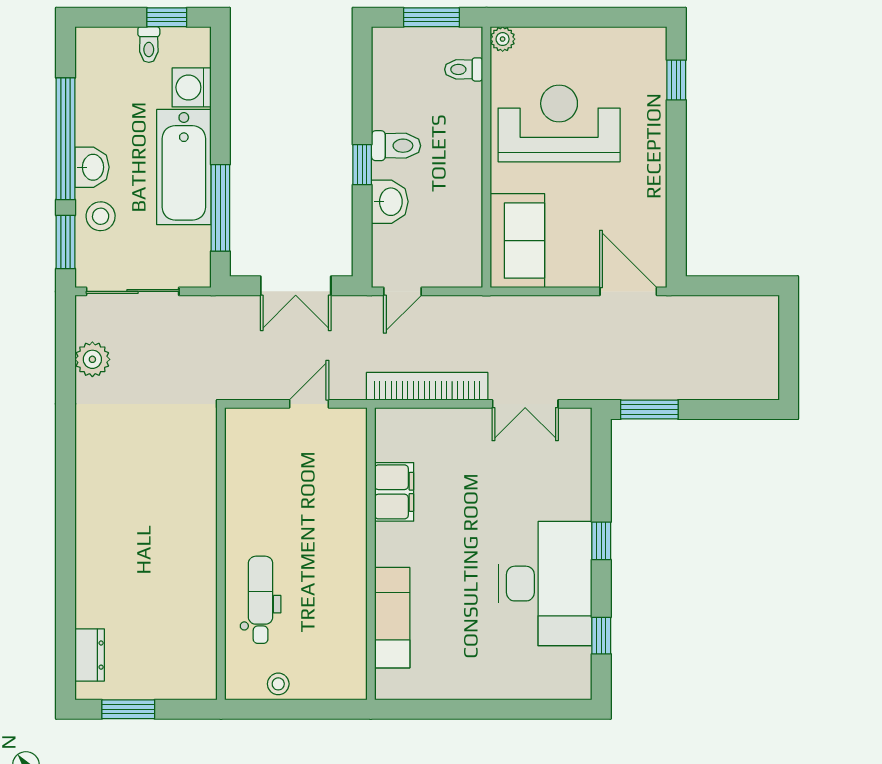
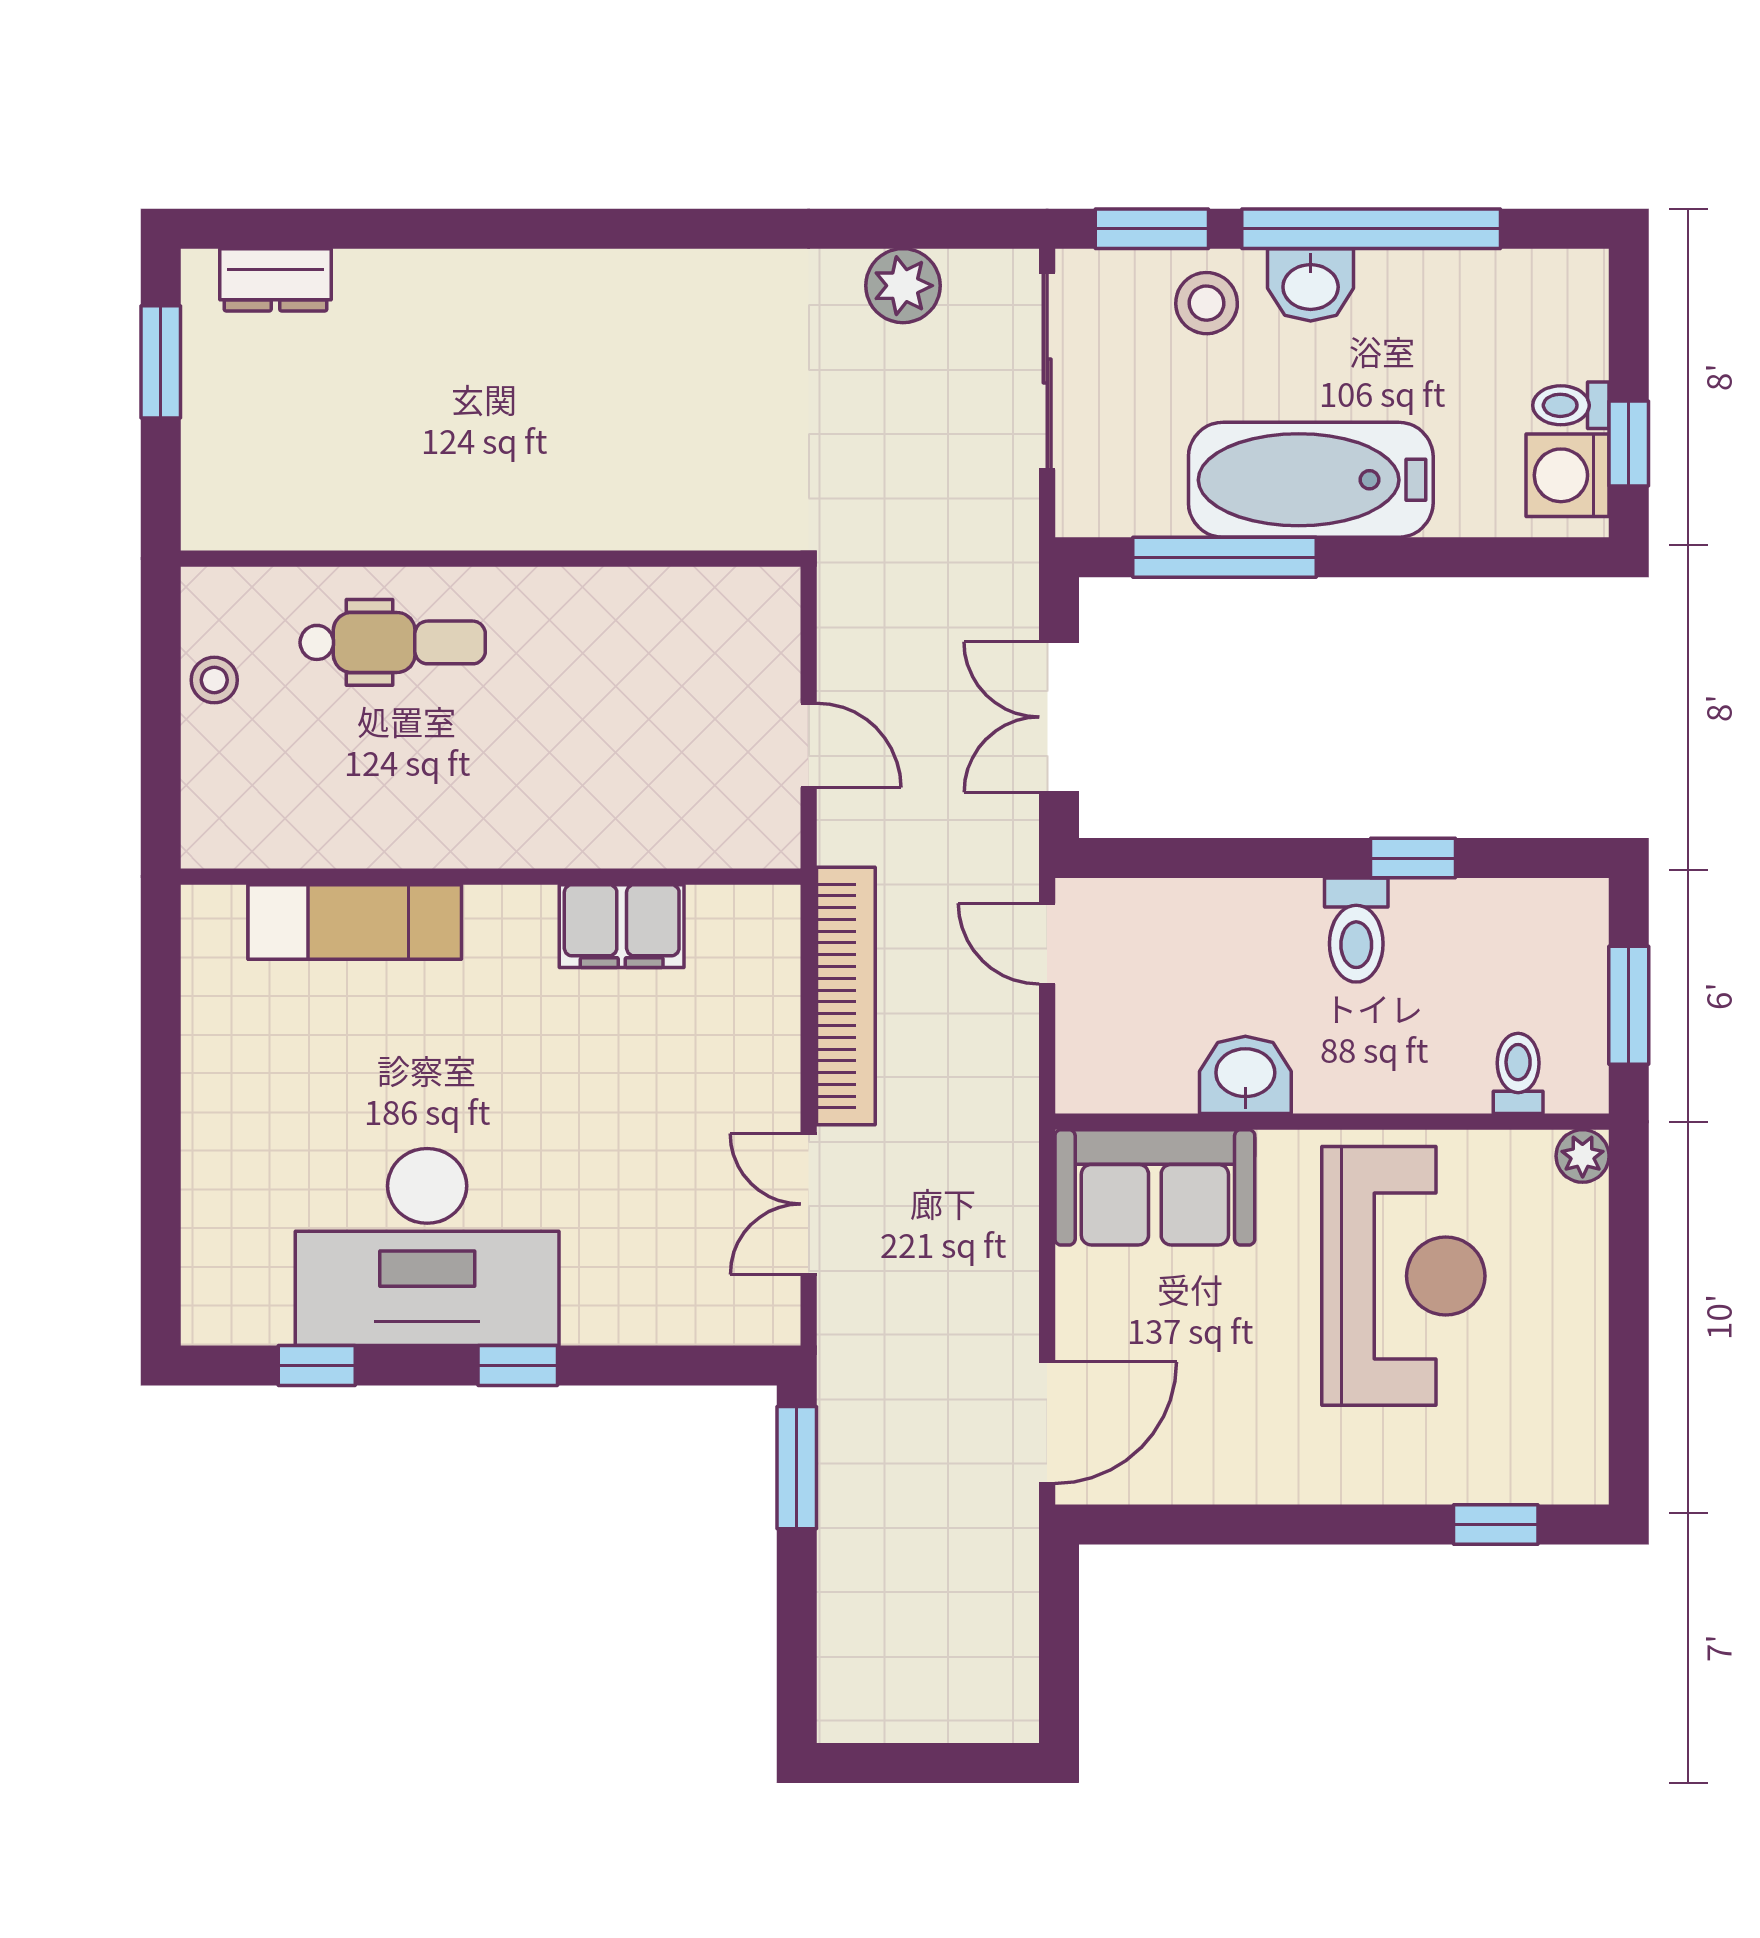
washing machine: (192, 87) -> (1568, 475), moved, turned -90
window: (362, 165) -> (1413, 858), moved
washbasin: (390, 202) -> (1245, 1075), moved, turned 180

